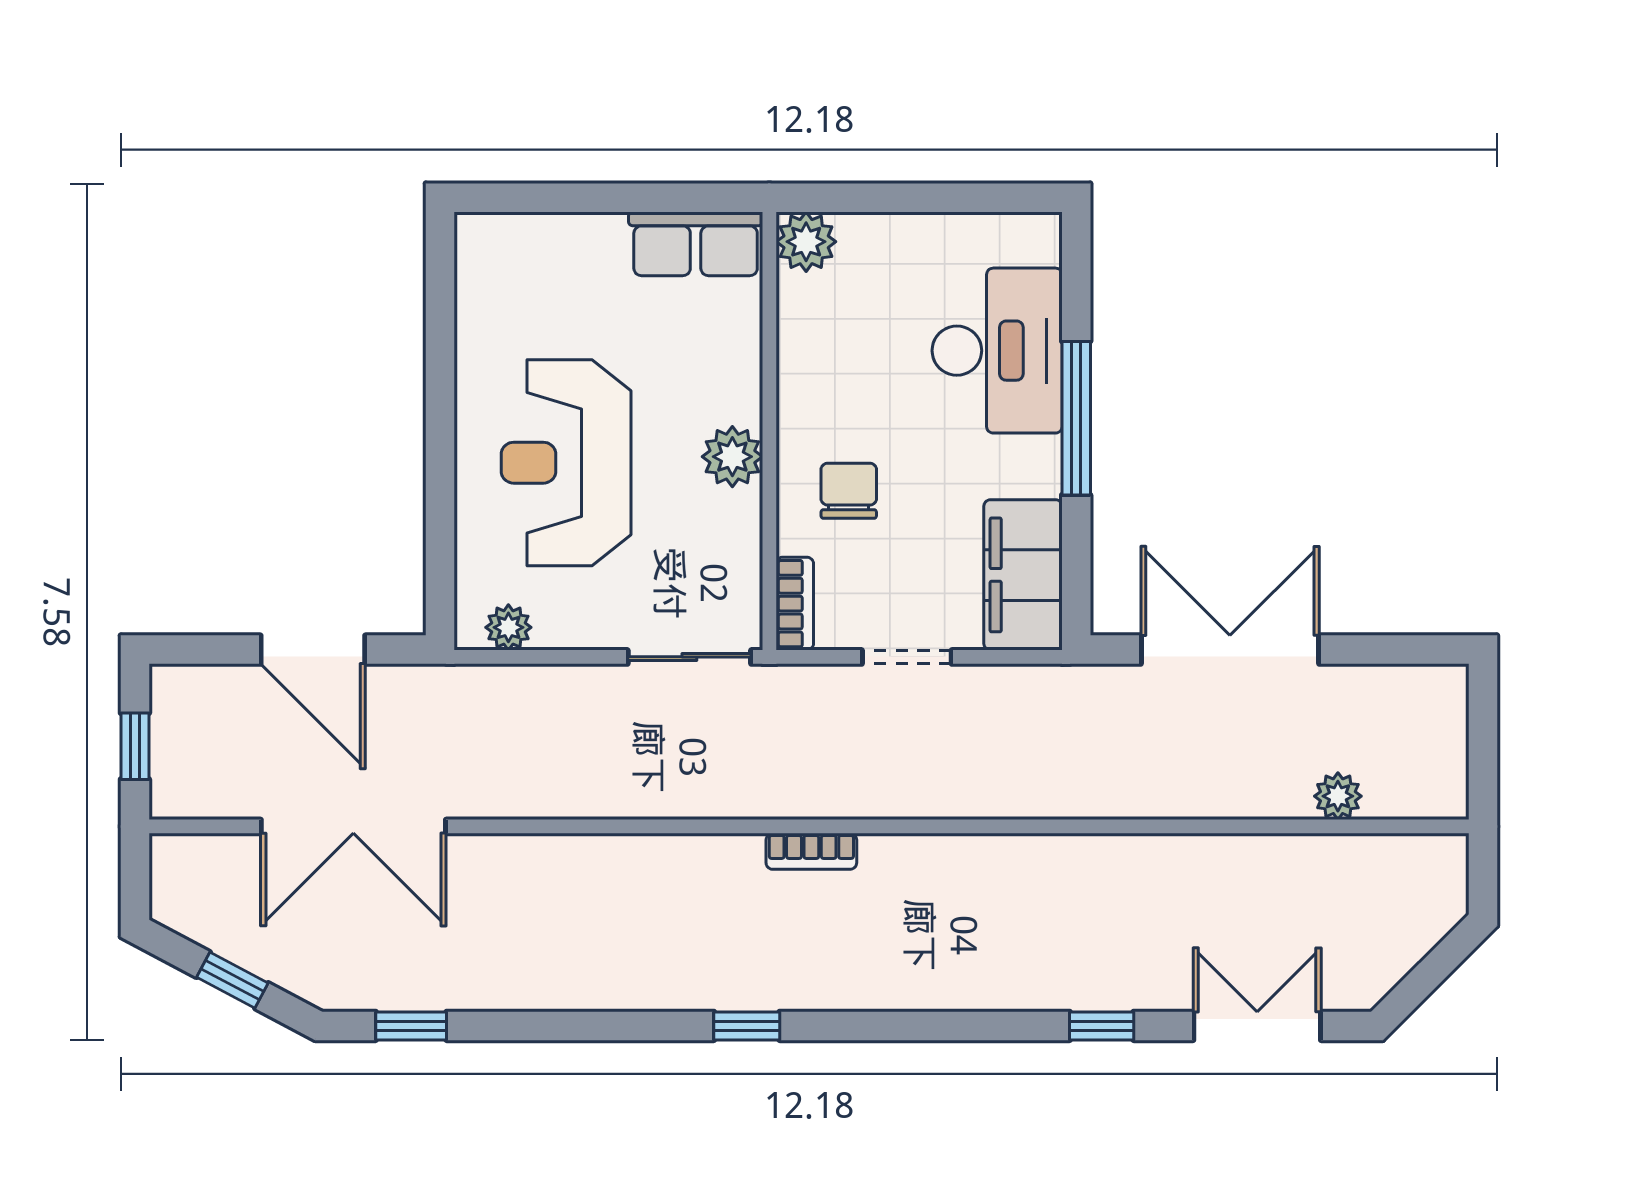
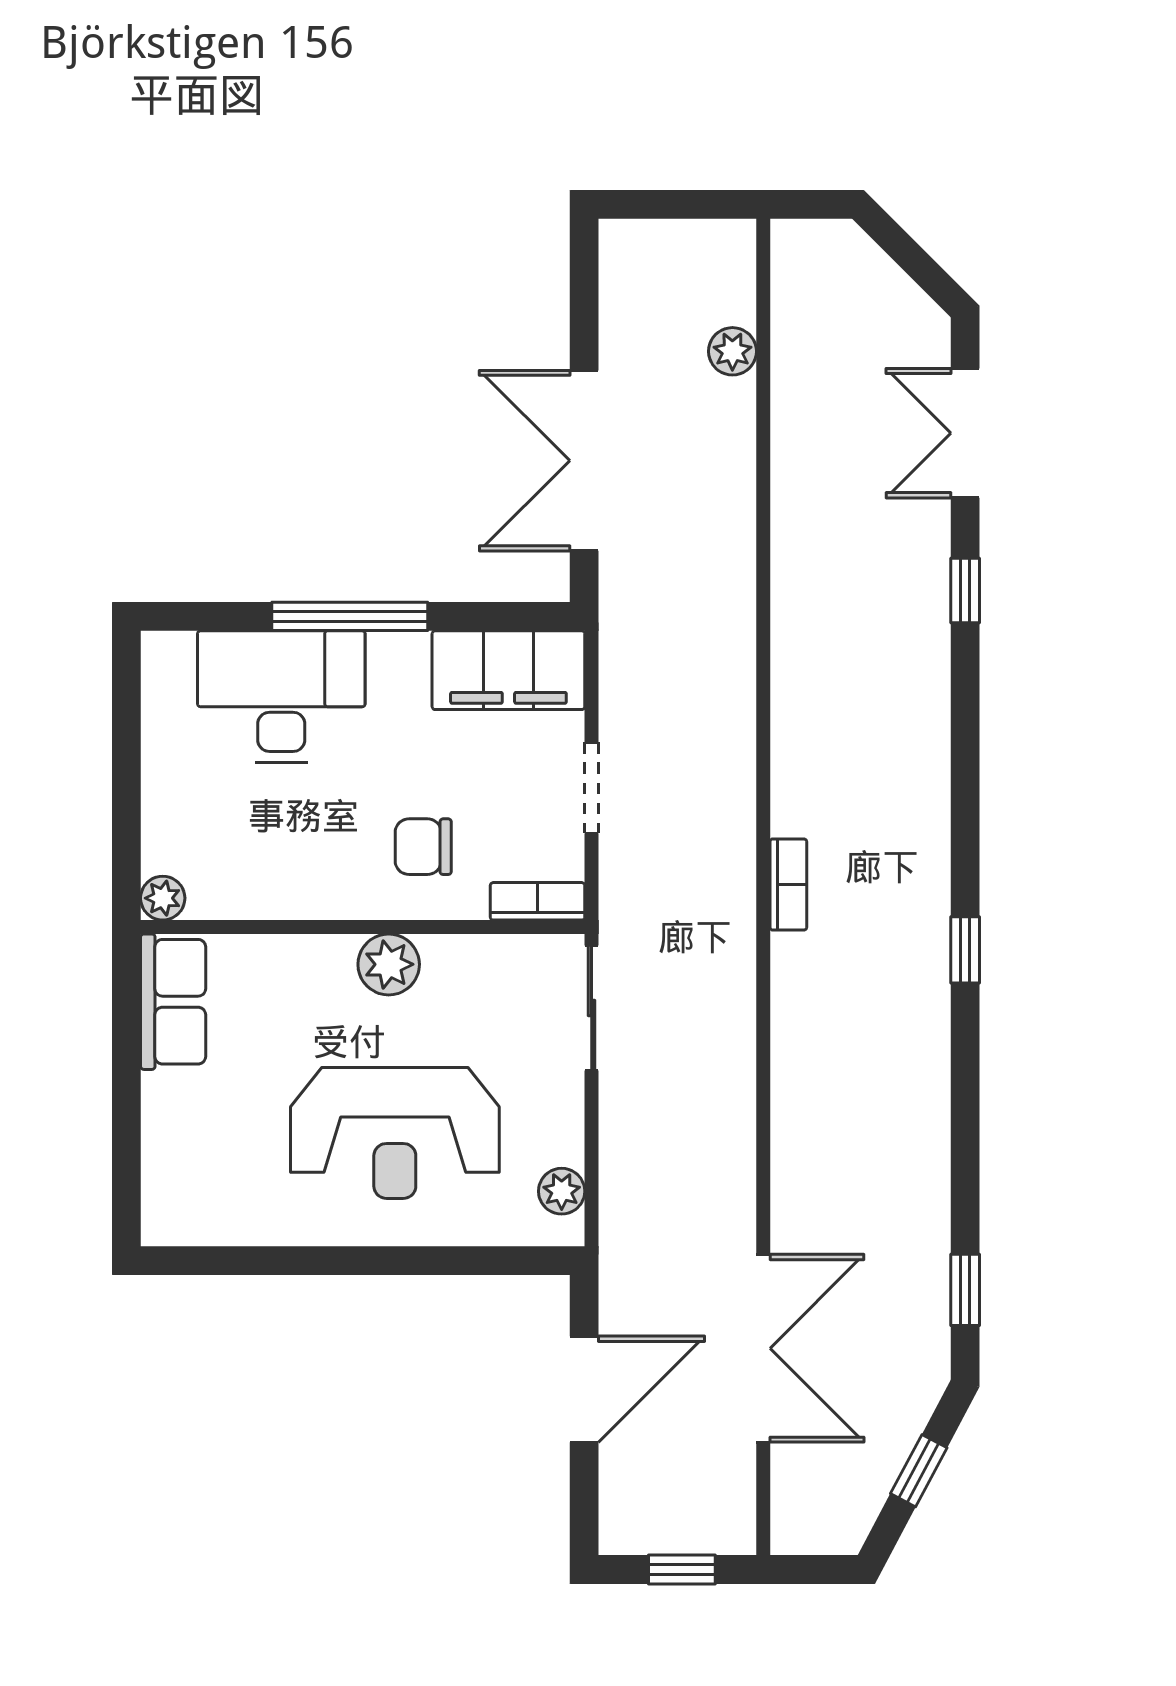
plant: (806, 242) -> (163, 898), width x0.73, depth x0.73

